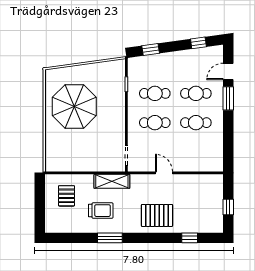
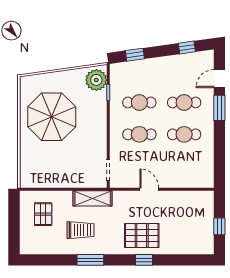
plant: (115, 73) -> (96, 80), added
window: (190, 238) -> (144, 260), moved

